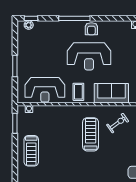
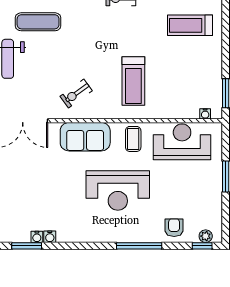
armchair: (91, 29) -> (174, 228), moved
reception desk: (89, 56) -> (118, 190), turned 180
treadmill: (91, 134) -> (133, 81), moved
treadmill: (31, 151) -> (190, 25), moved, turned -90

